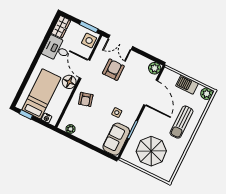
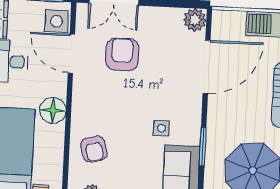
door: (85, 69) -> (71, 54), moved
door: (151, 93) -> (207, 67), hinge flipped
armchair: (86, 99) -> (94, 149), moved

